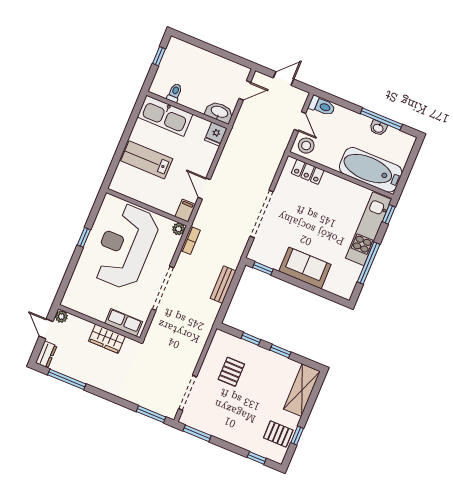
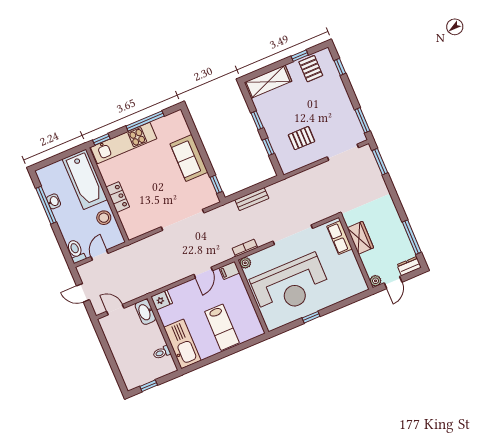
stool: (306, 146) -> (104, 218), moved
locker: (308, 172) -> (118, 197), moved

